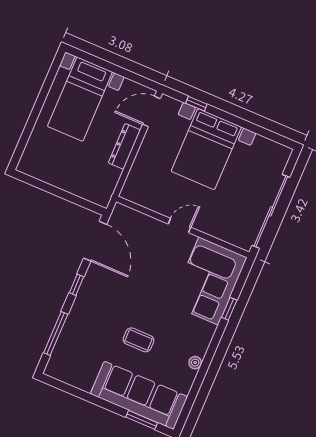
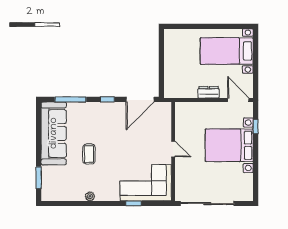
dresser: (124, 146) -> (209, 92), width x0.70
sofa: (139, 395) -> (54, 133), moved

